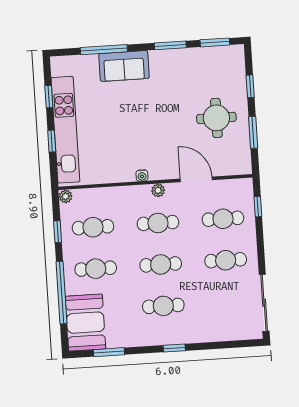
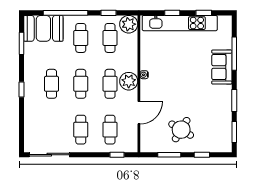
round table: (216, 118) -> (181, 130), turned 31
plant: (158, 190) -> (129, 81), width x1.88, depth x1.88
plant: (66, 196) -> (129, 24), width x1.87, depth x1.87

